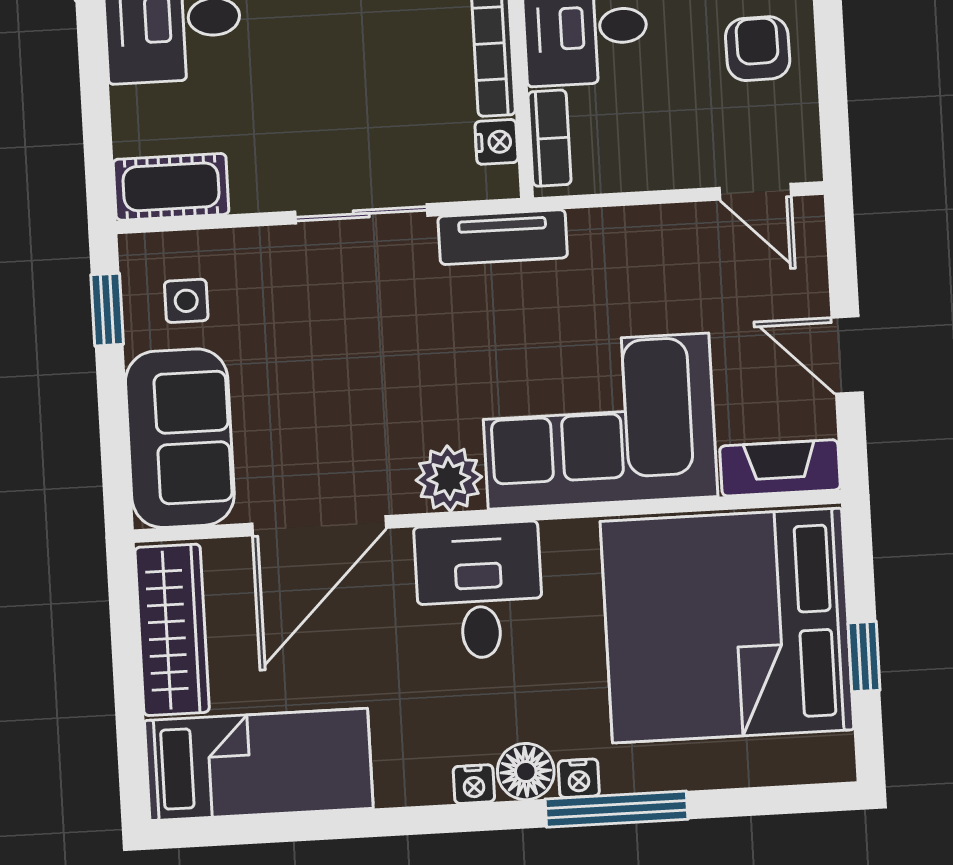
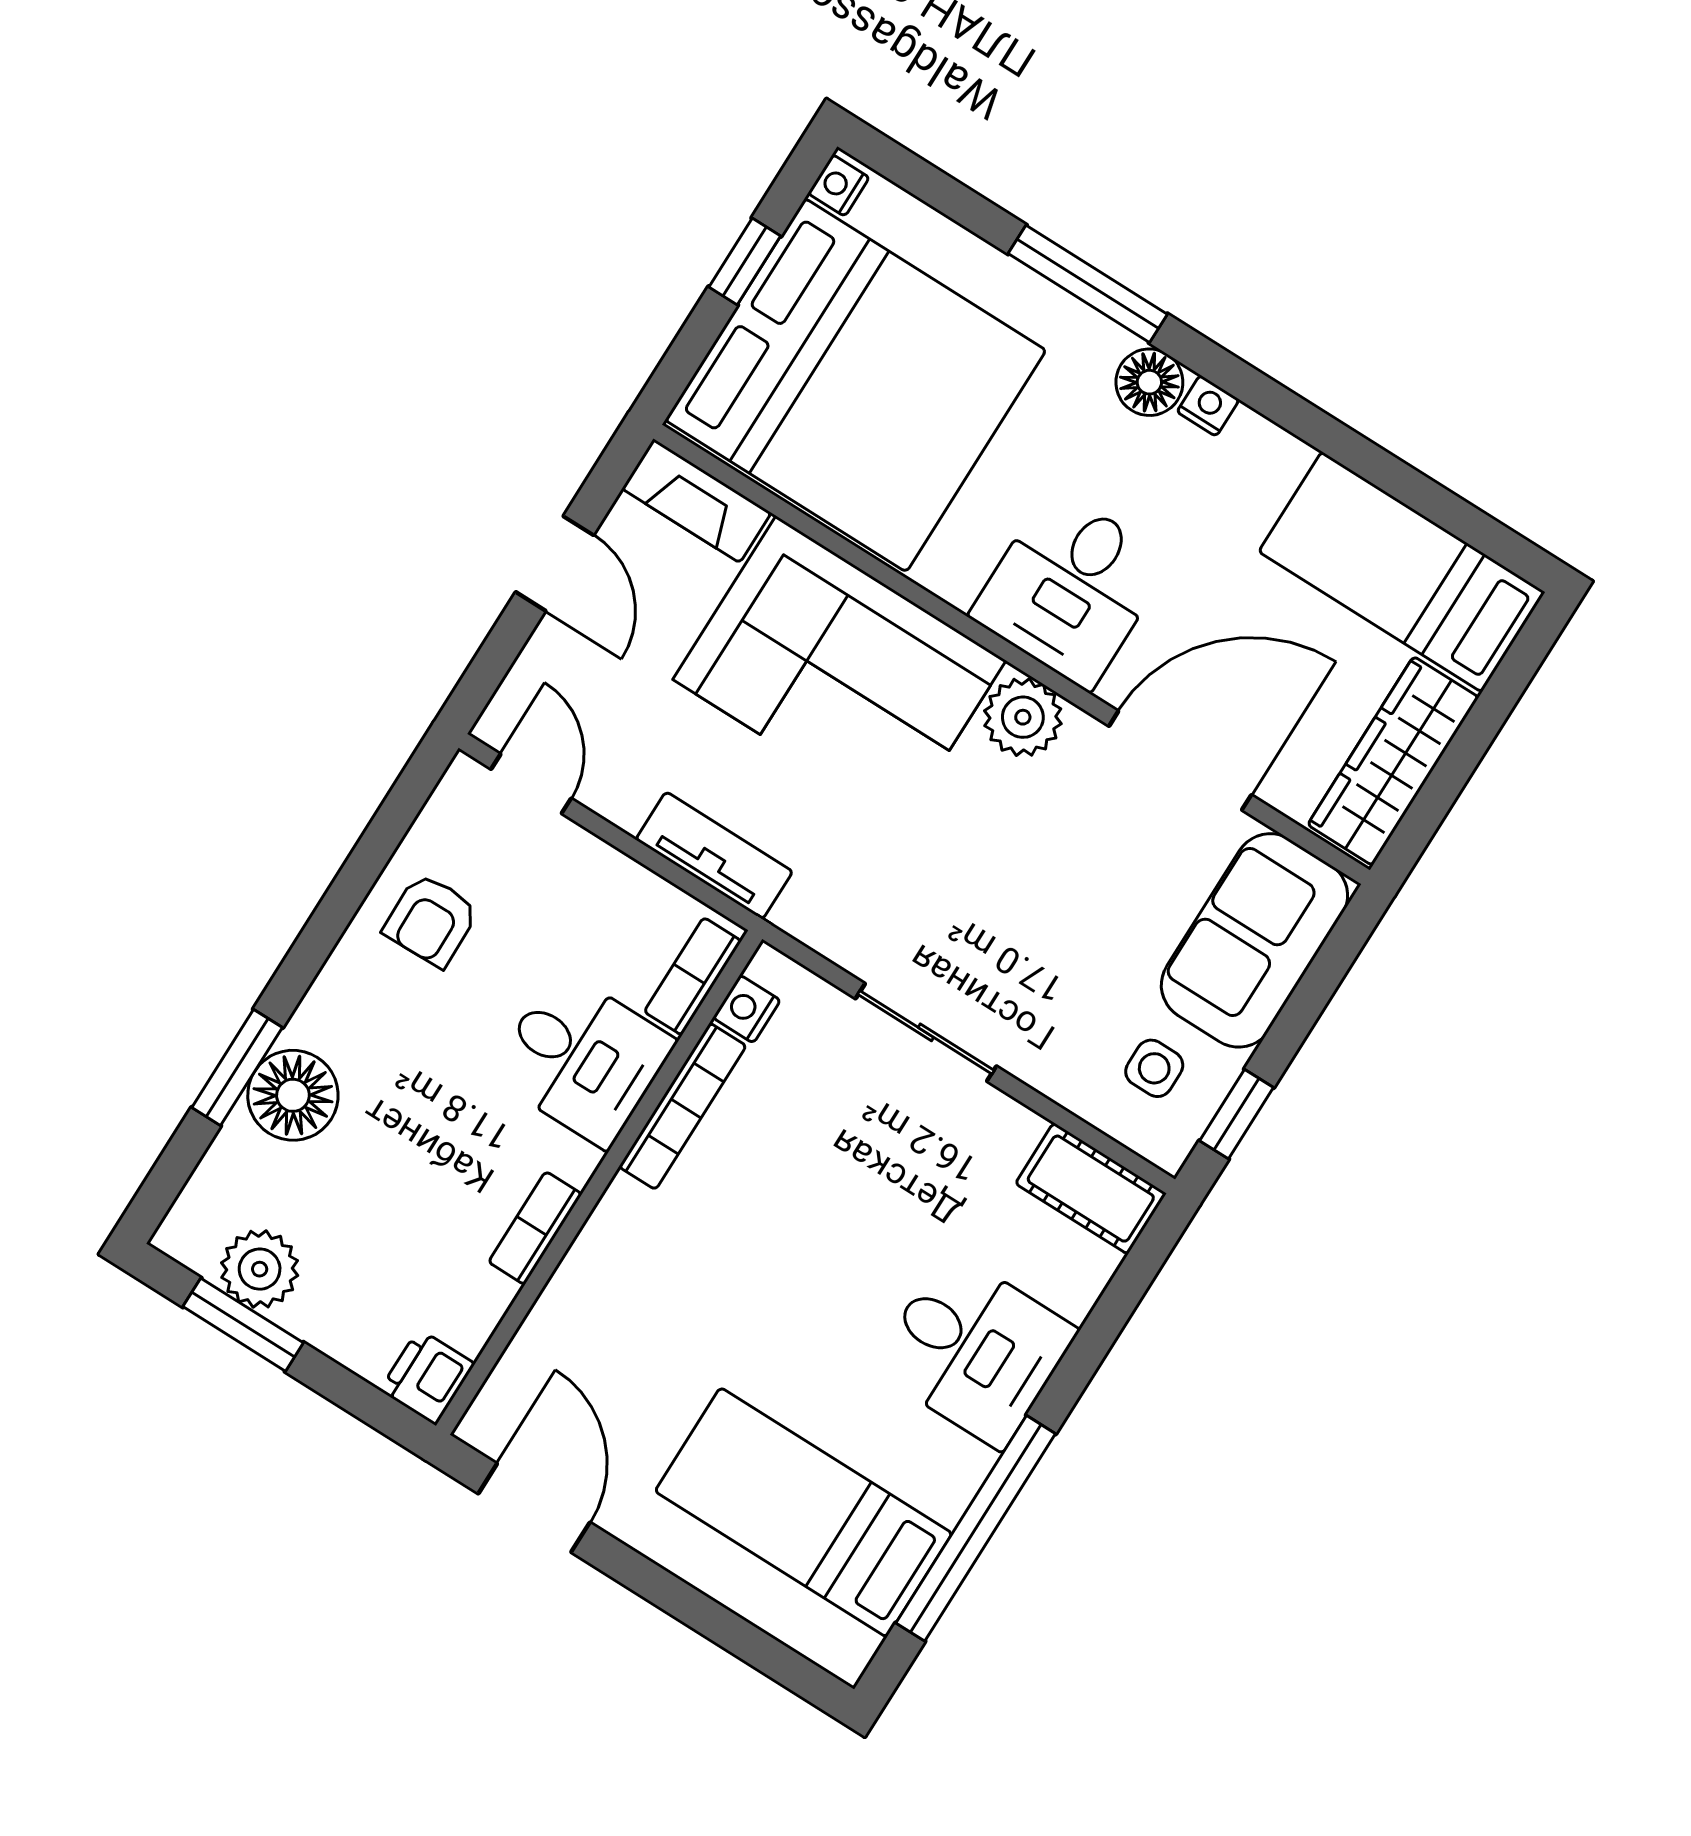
tv unit: (503, 237) -> (714, 856), moved
nightstand: (579, 778) -> (839, 185), moved, turned -90

